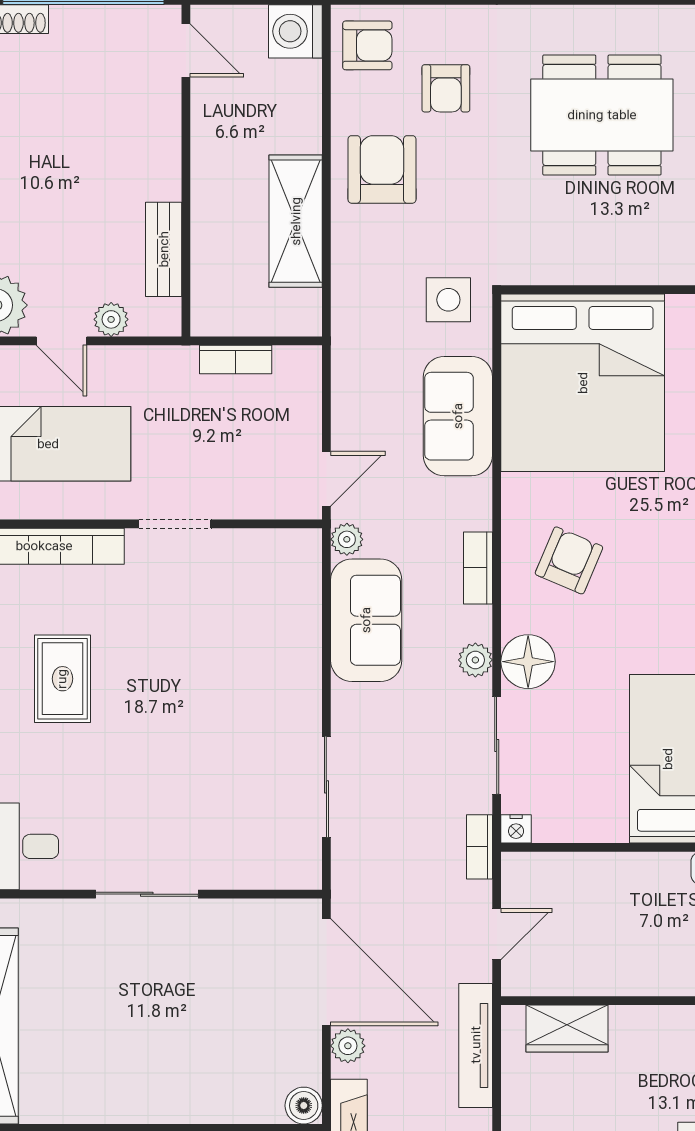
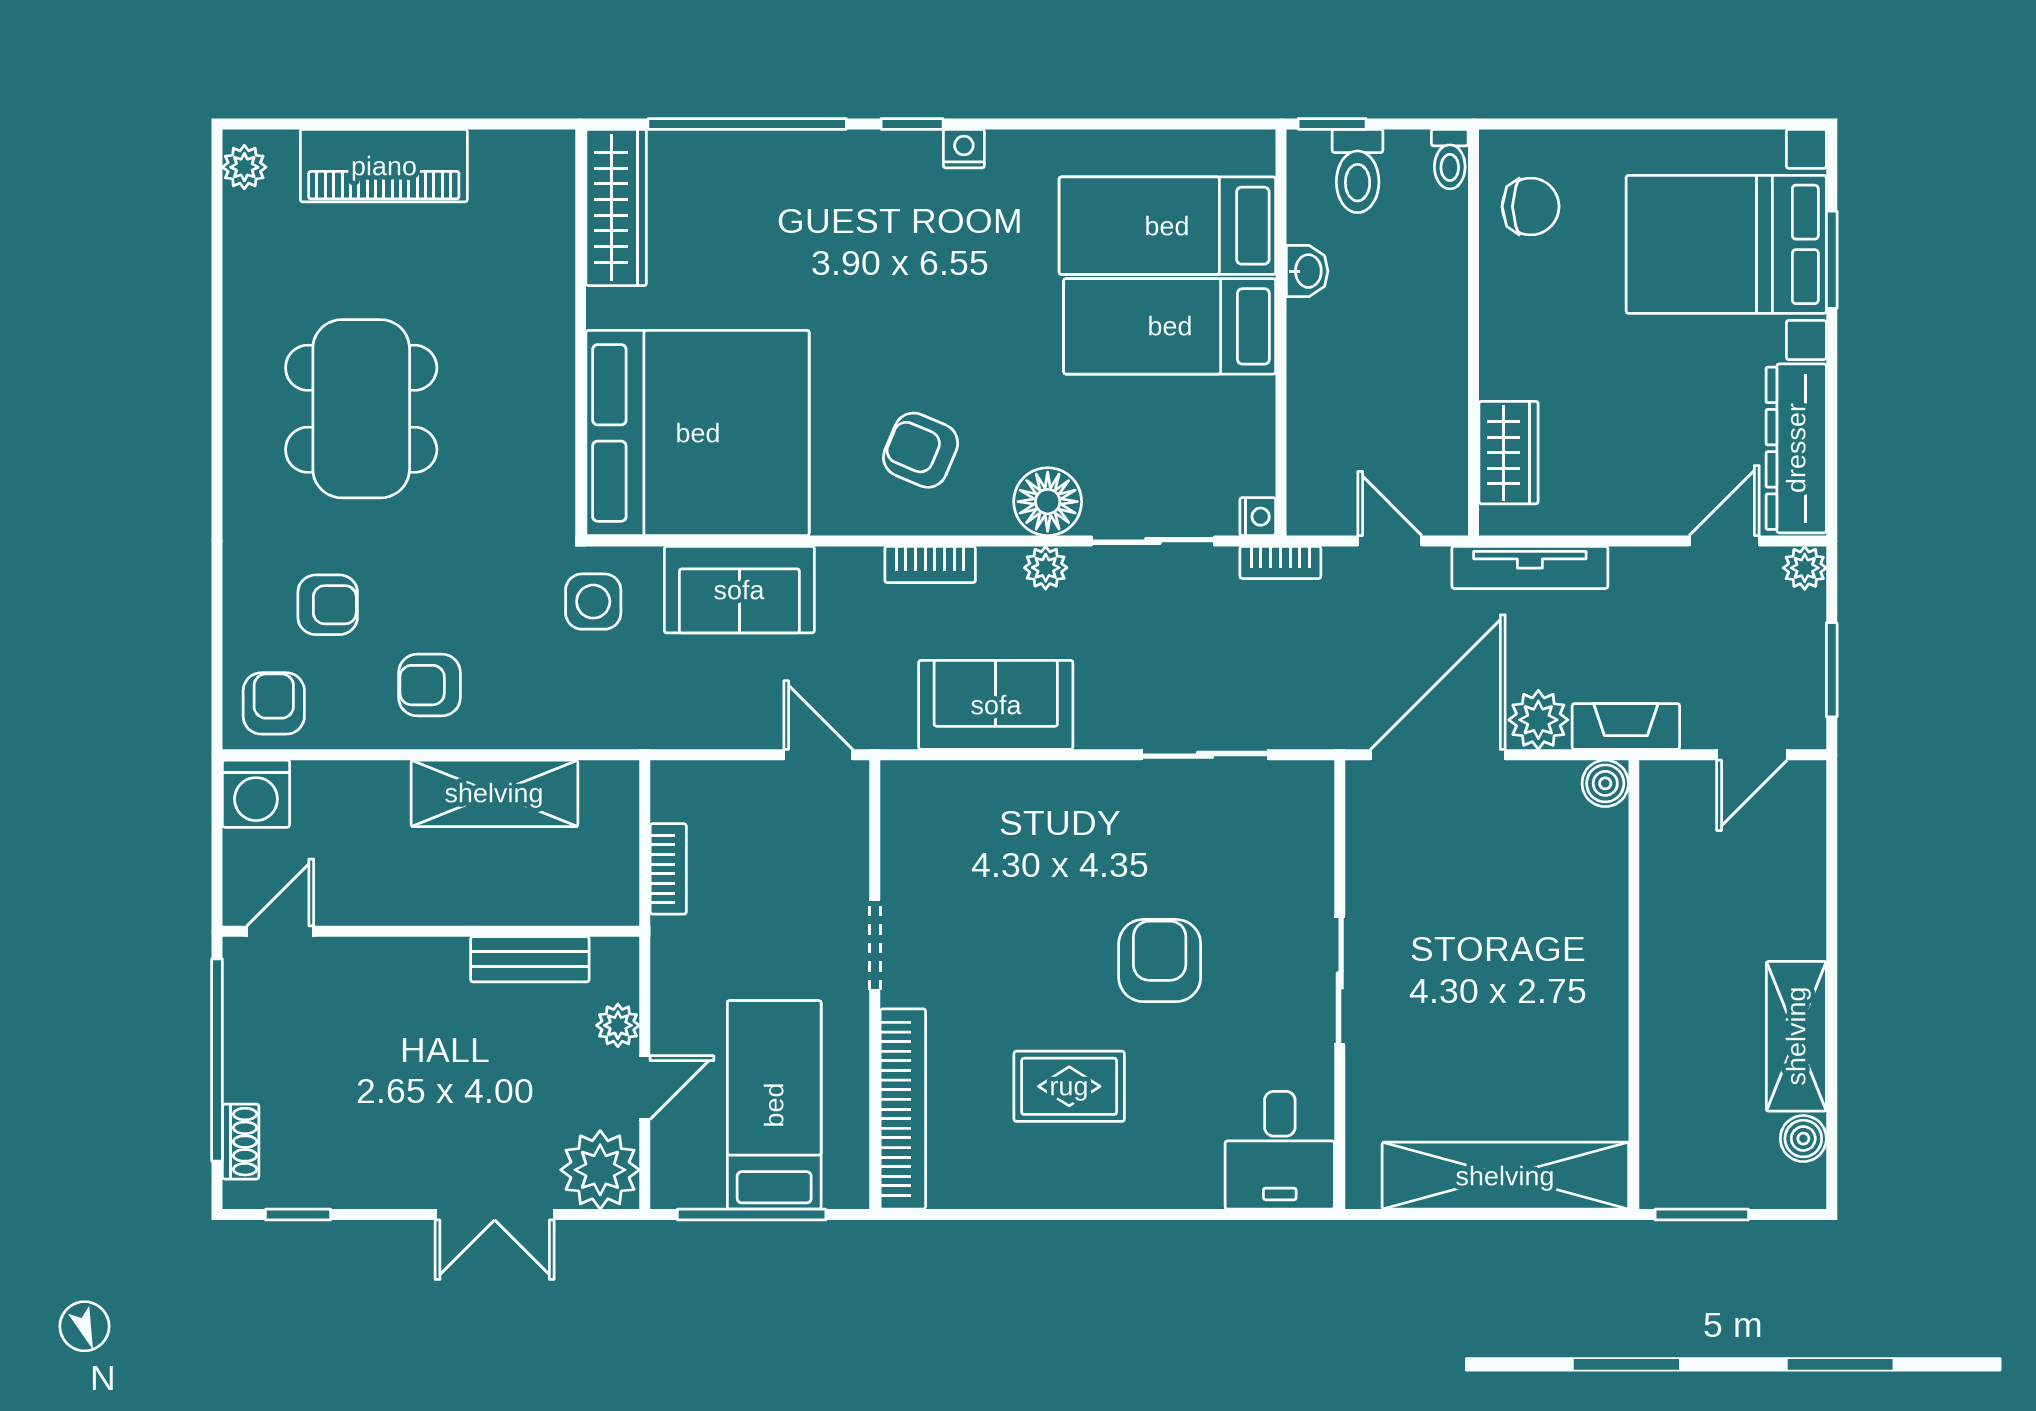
armchair: (382, 169) -> (430, 685), width x0.72, depth x0.72
plant: (347, 539) -> (894, 729), removed
armchair: (163, 751) -> (1160, 961), added
plant: (348, 1046) -> (1538, 720), width x1.38, depth x1.38

